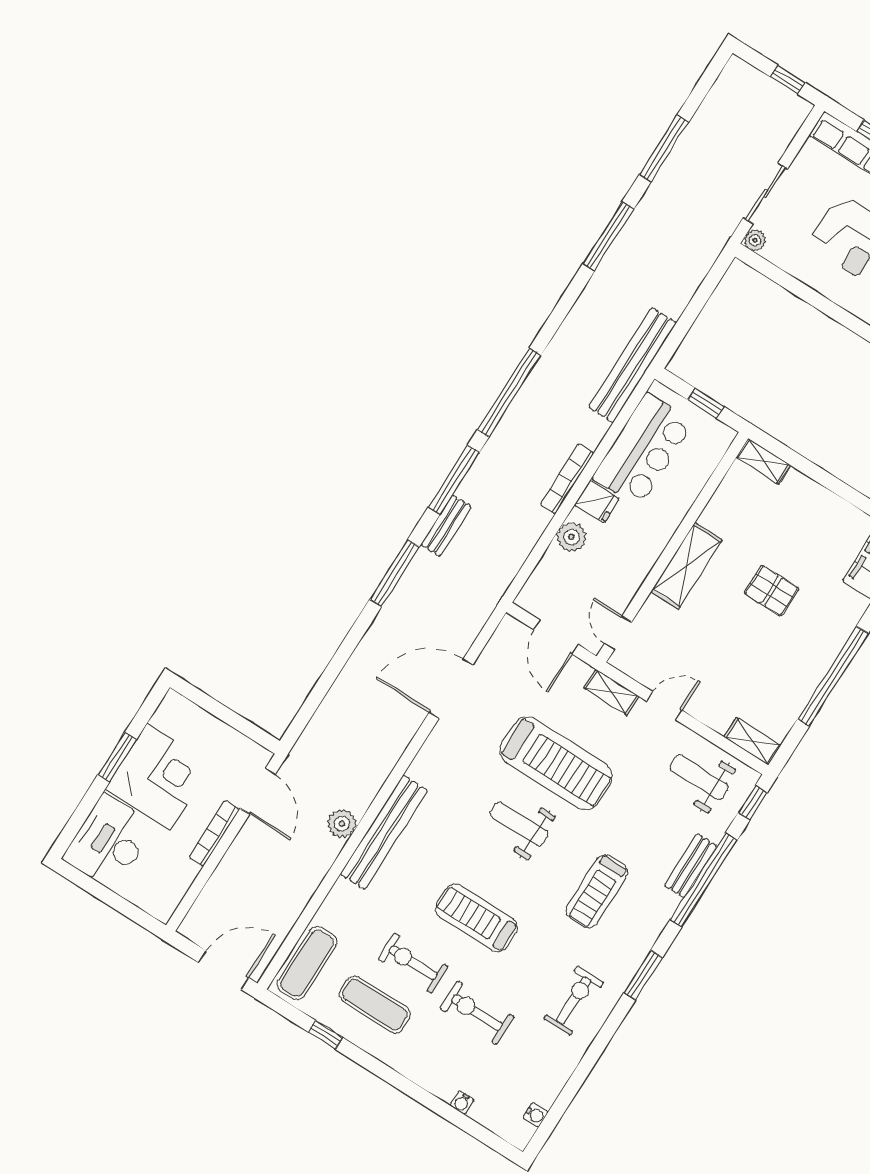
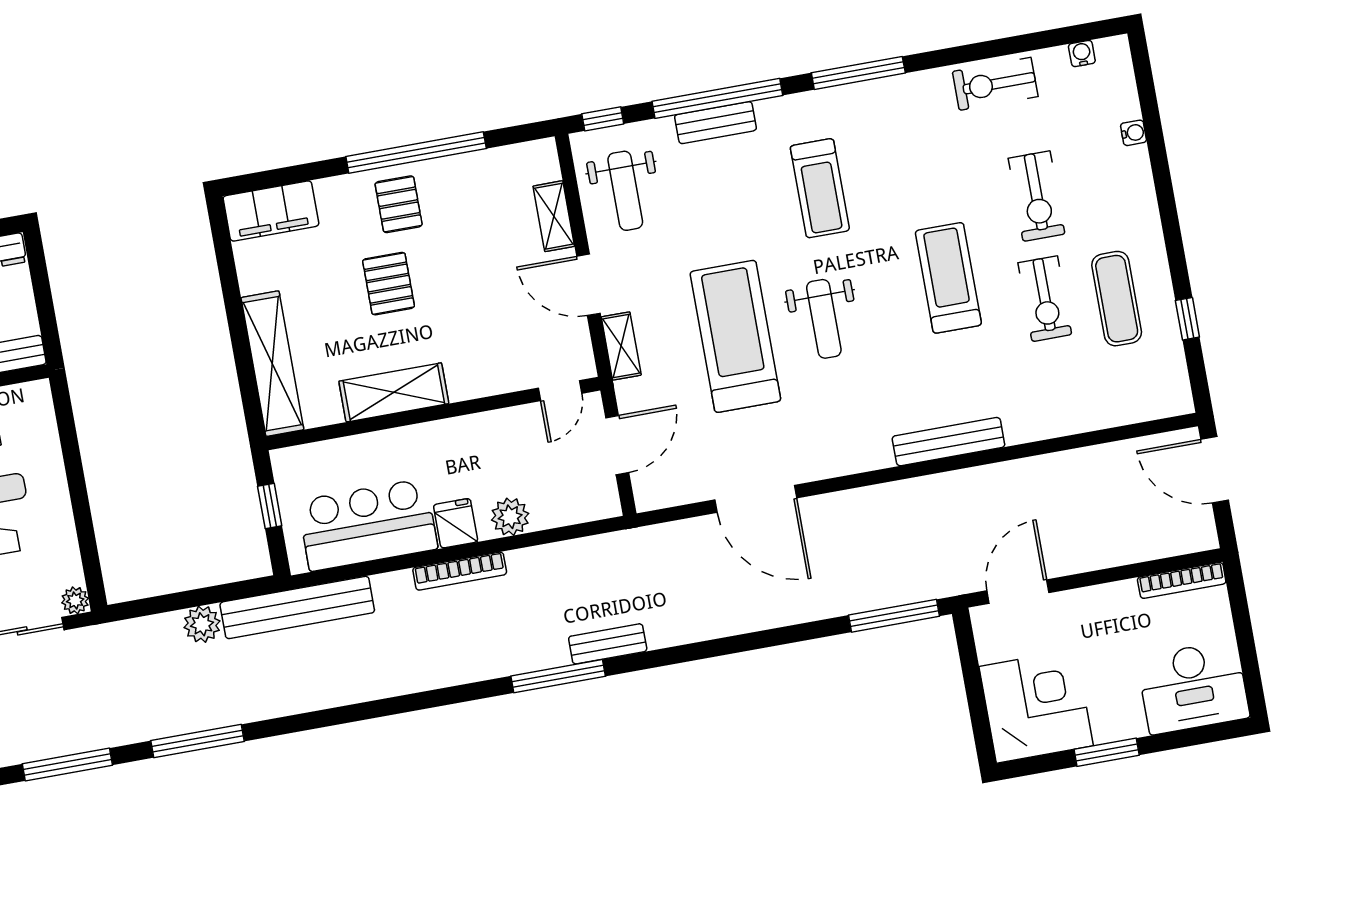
window: (509, 392) -> (429, 699), removed
shelving: (763, 461) -> (272, 364), width x2.20, depth x1.33
shelving: (687, 566) -> (394, 392), moved
window: (395, 573) -> (894, 616), moved
pallet: (812, 639) -> (399, 204), added
door: (664, 706) -> (588, 285), width x1.38
shelving: (752, 741) -> (554, 216), moved
corner desk: (158, 777) -> (1036, 706), moved, turned 90
plant: (342, 824) -> (202, 624), moved
bench: (384, 832) -> (948, 442), width x0.73, depth x0.82
bookcase: (214, 833) -> (1182, 580), moved
treadmill: (597, 891) -> (820, 188), turned 90
treadmill: (477, 918) -> (948, 278), turned 180
exercise mat: (307, 963) -> (1136, 398), removed
window: (643, 975) -> (858, 73), width x1.44
exercise bike: (574, 1001) -> (995, 84), moved

